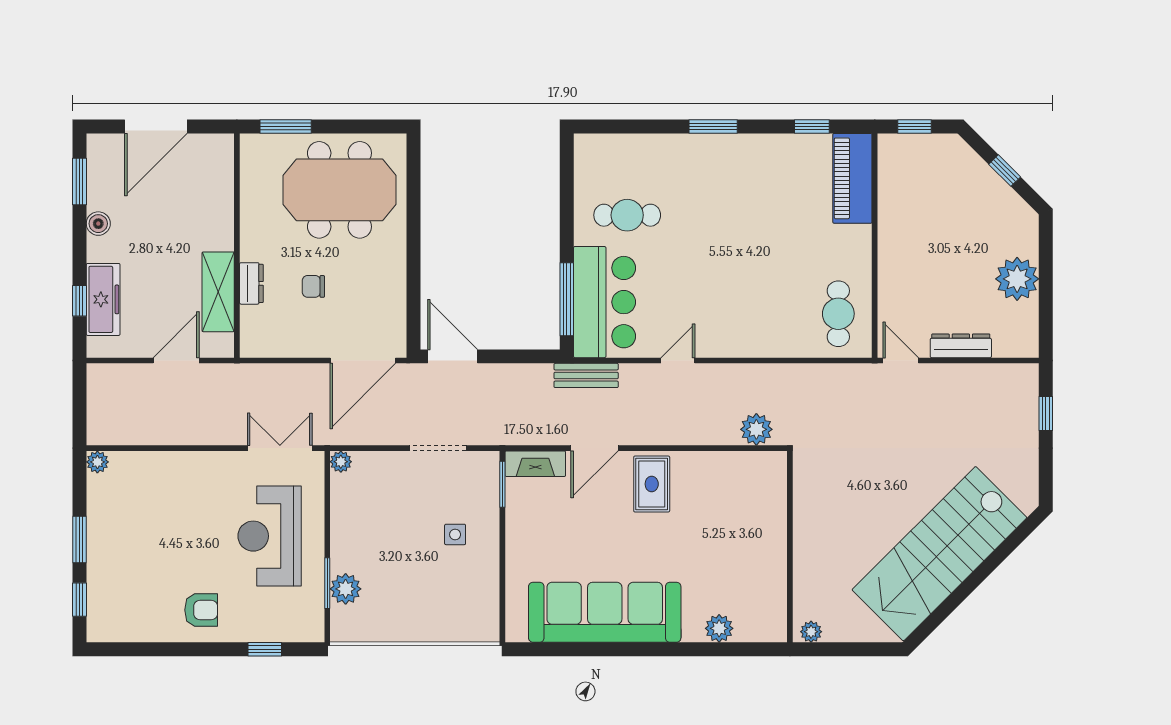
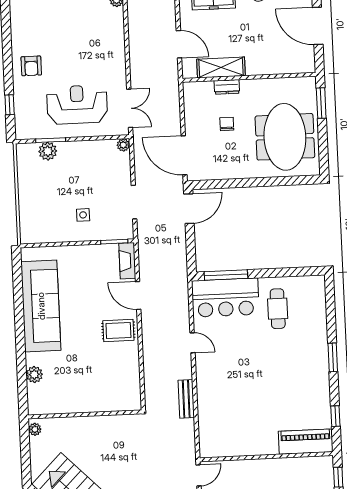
cafe table: (838, 314) -> (225, 437), removed
bench: (586, 375) -> (186, 399), moved
plant: (756, 429) -> (154, 391), removed

